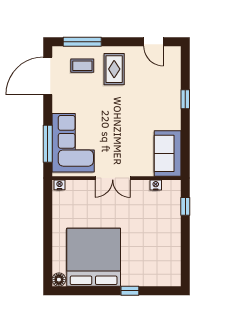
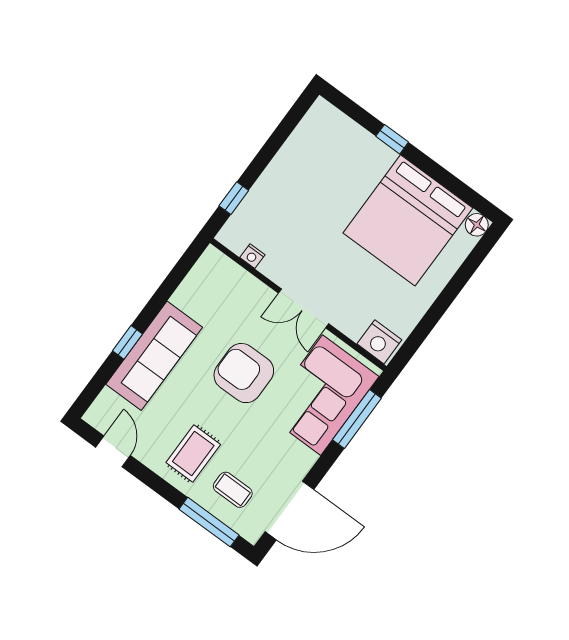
armchair: (118, 126) -> (244, 373), added
sofa: (168, 153) -> (154, 356), moved, width x1.36
double door: (113, 178) -> (304, 308), swing flipped
nightstand: (60, 185) -> (379, 342), width x1.89, depth x1.79

